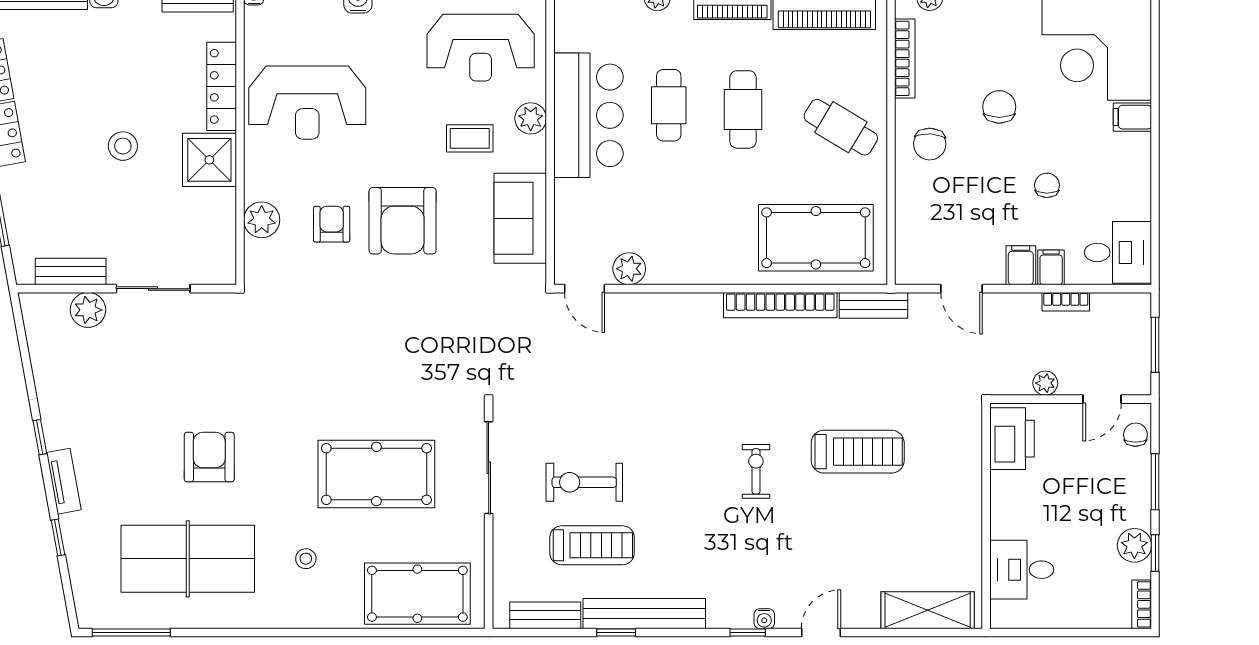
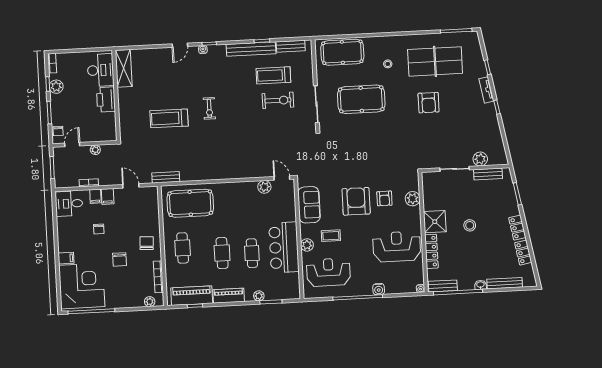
cafe table: (841, 127) -> (183, 248), turned 59
bookcase: (780, 305) -> (203, 175), removed
printer: (1012, 439) -> (106, 100), moved
desk: (1022, 570) -> (101, 70), width x1.37
shelving: (928, 610) -> (124, 68), moved, turned 90

